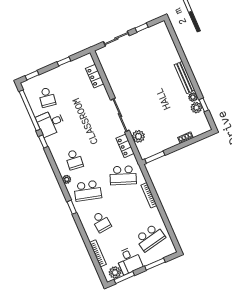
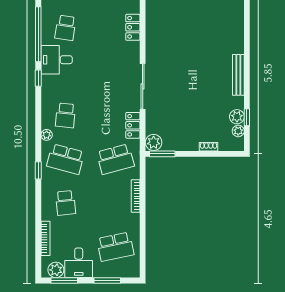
plant: (193, 97) -> (238, 131), moved
plant: (138, 136) -> (154, 142), moved
school desk: (123, 175) -> (115, 159), turned -36

